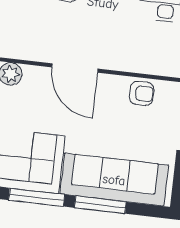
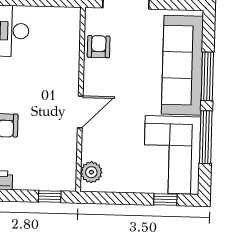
door: (75, 68) -> (80, 112), width x0.73

